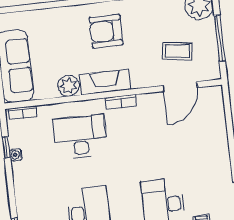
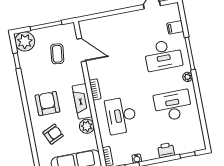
armchair: (106, 31) -> (47, 104), turned 180
armchair: (61, 36) -> (53, 134), added
printer: (25, 198) -> (166, 150), added

